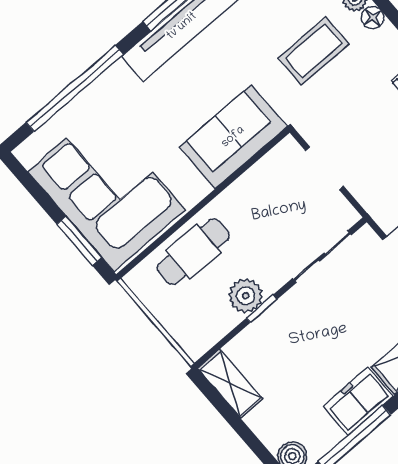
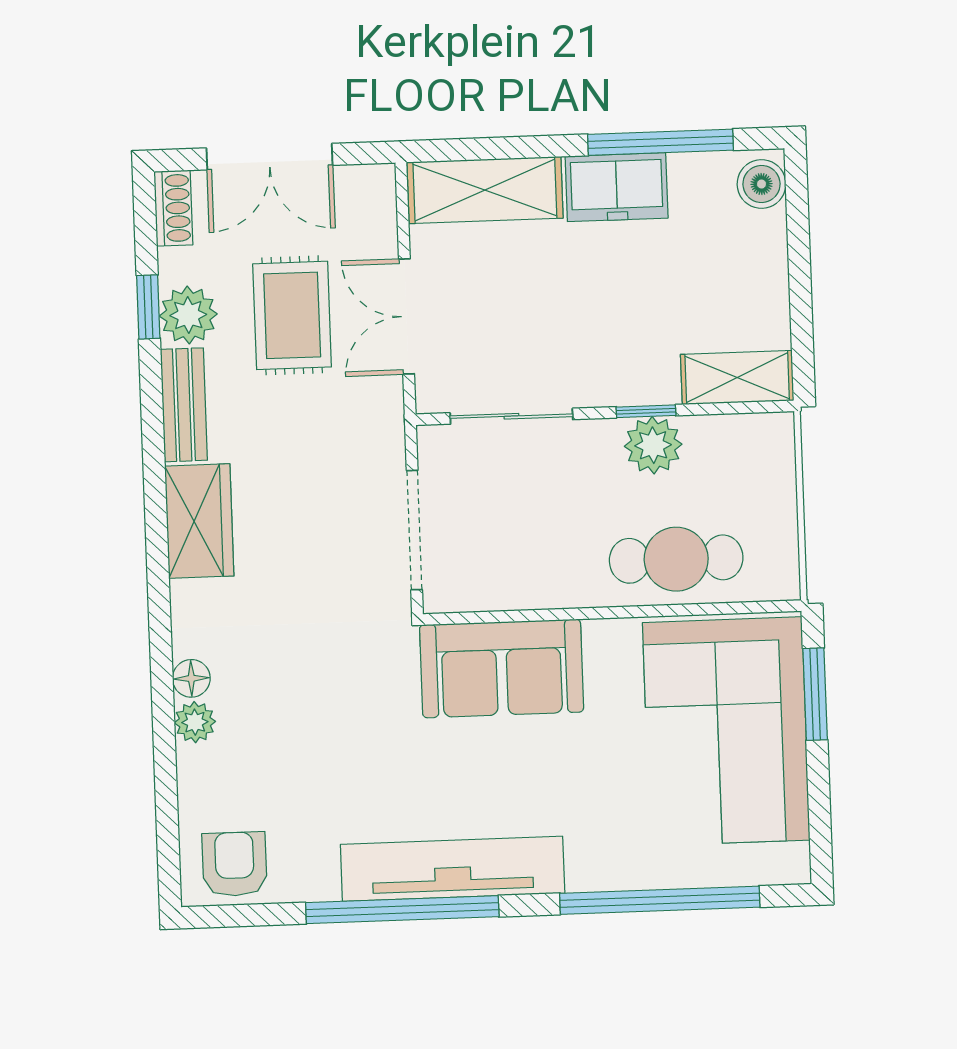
coffee table: (313, 51) -> (305, 697), removed
doorway: (325, 168) -> (414, 530), width x1.38
shelving: (230, 384) -> (737, 377), moved, turned 90

